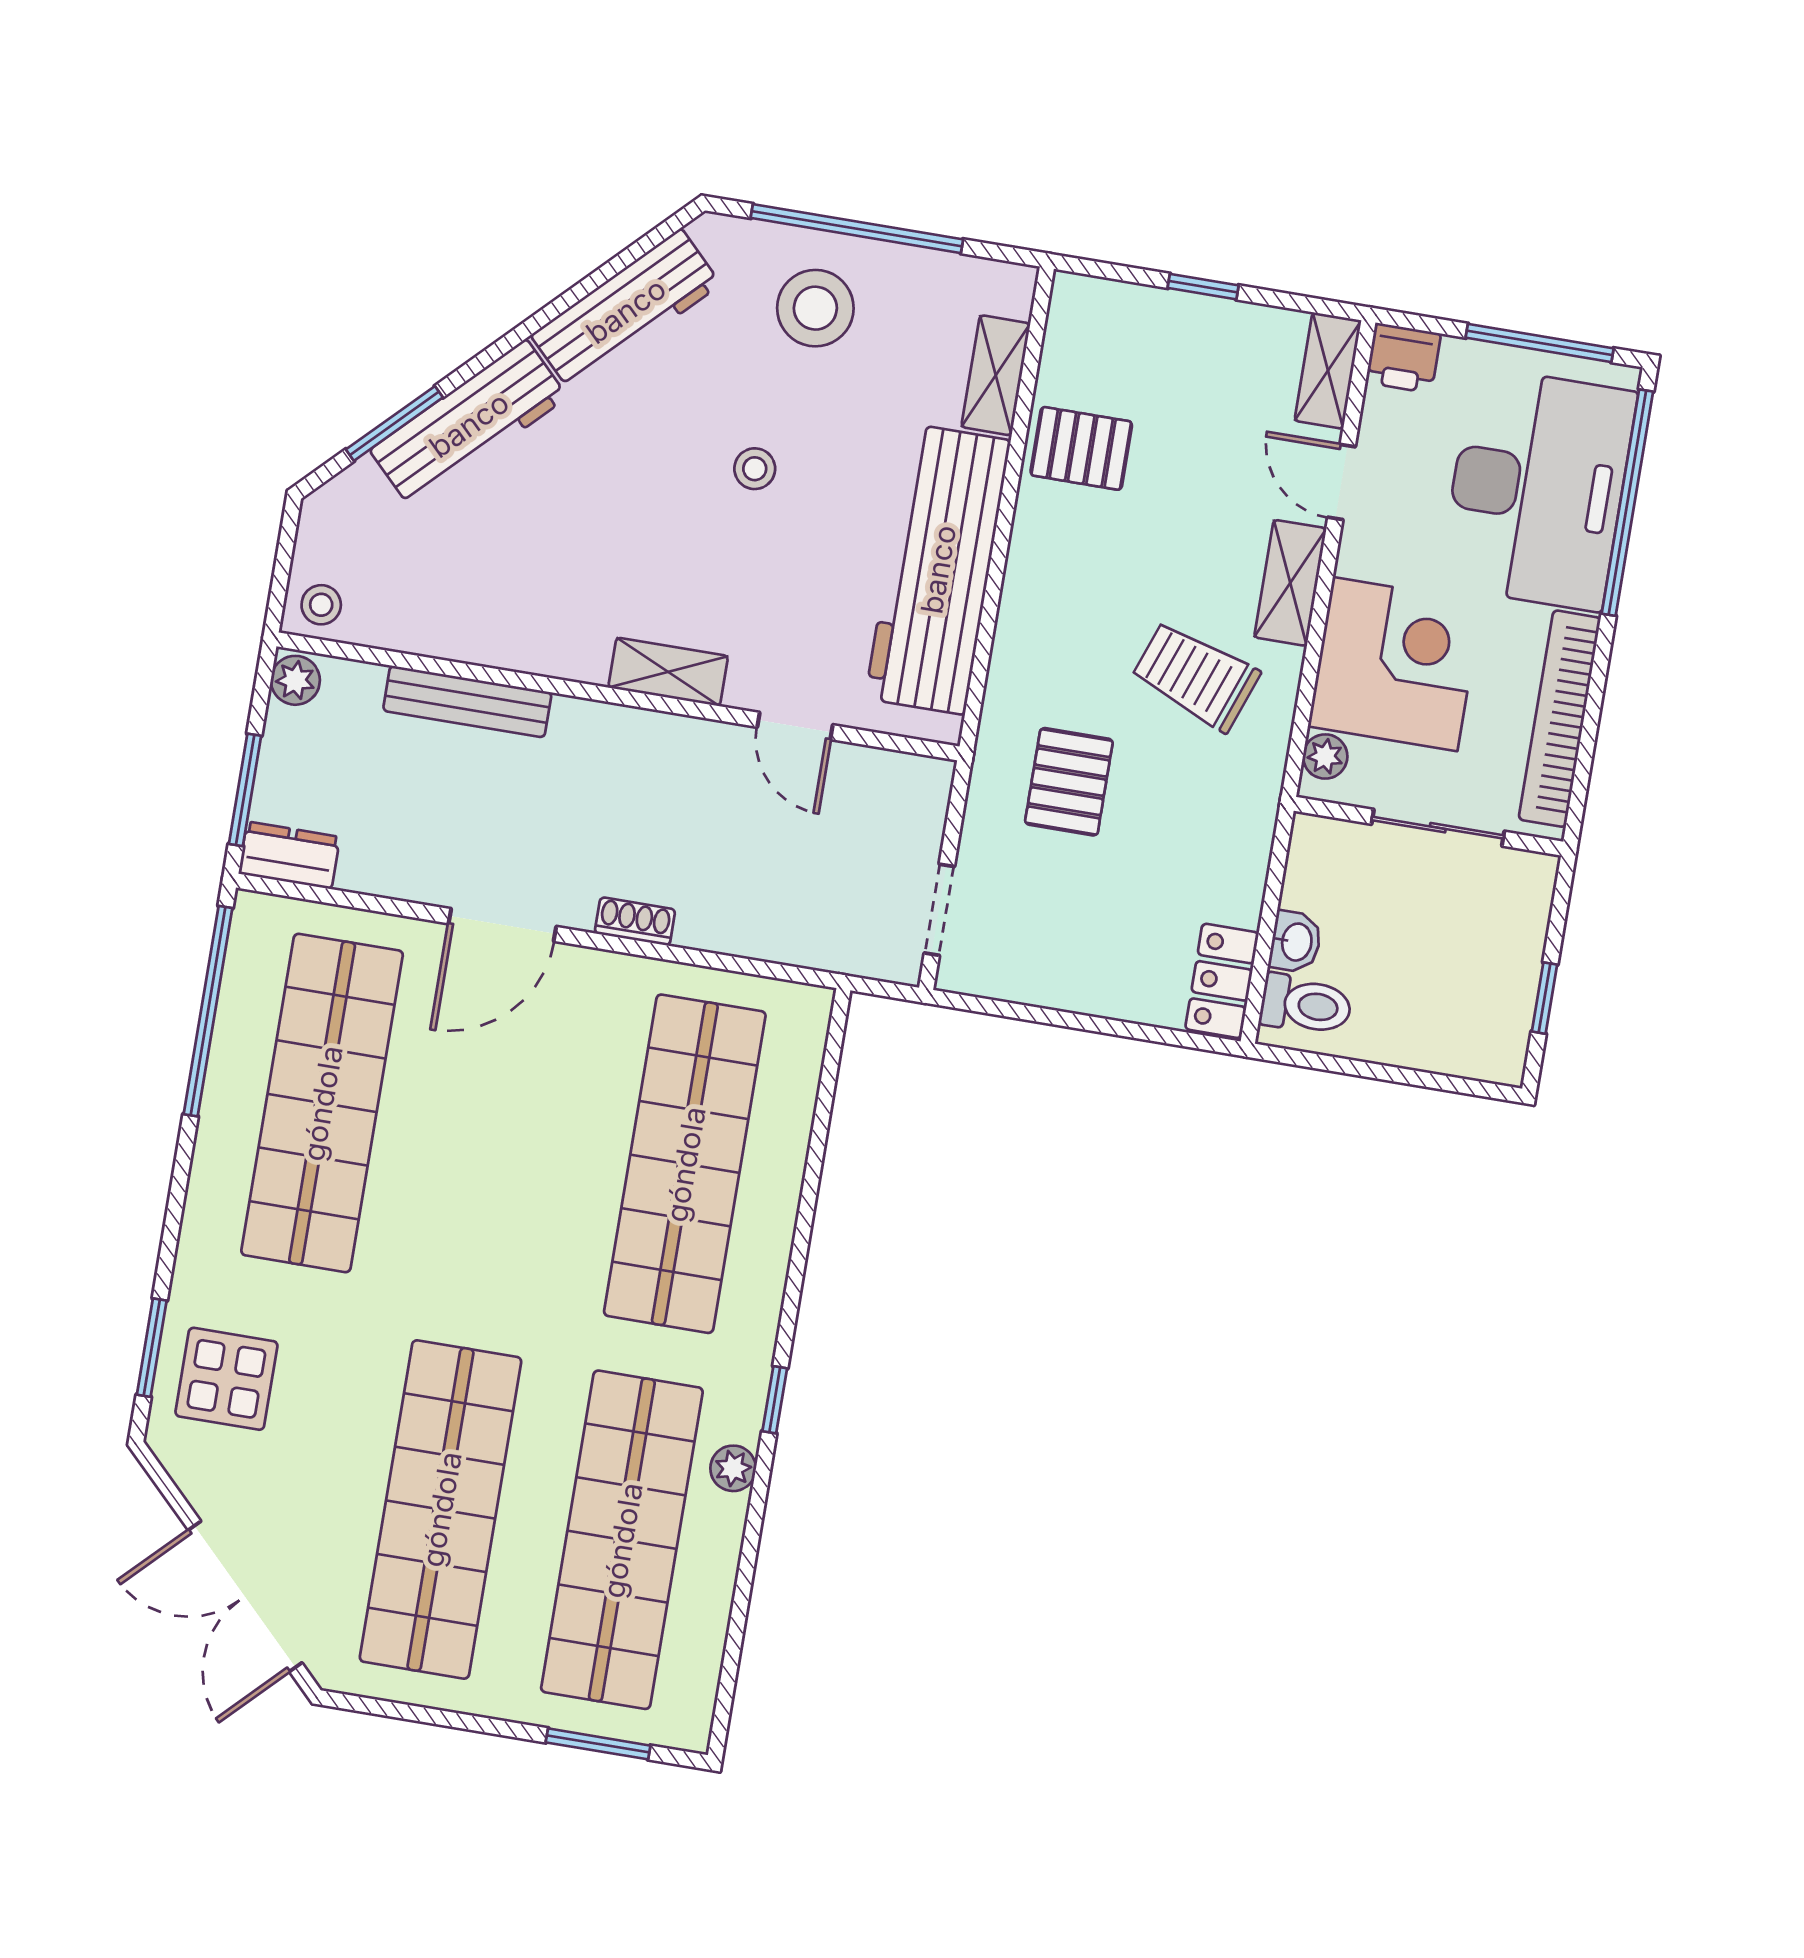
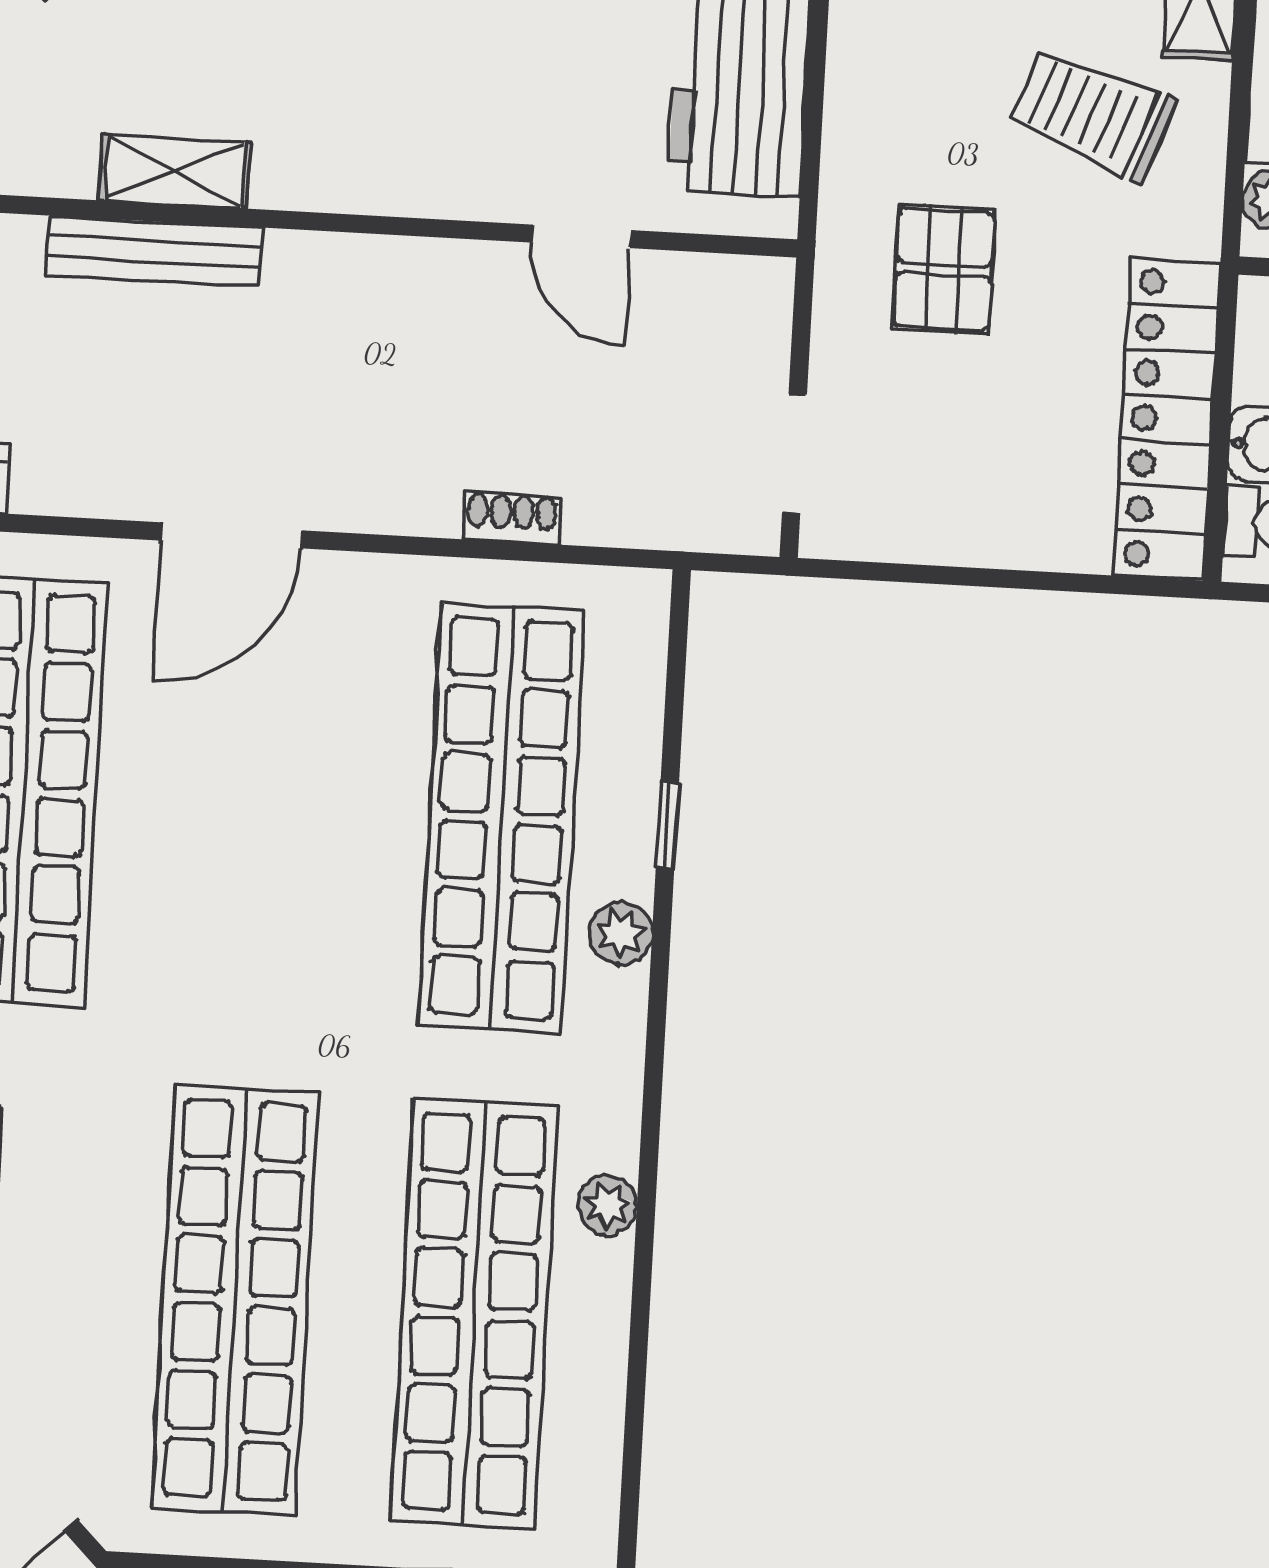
shelving: (668, 672) -> (175, 171), moved
shoe rack: (635, 921) -> (512, 518), moved
locker: (1222, 981) -> (1167, 419), width x2.16, depth x1.21
plant: (766, 1262) -> (621, 933), added
window: (775, 1400) -> (667, 826), moved

